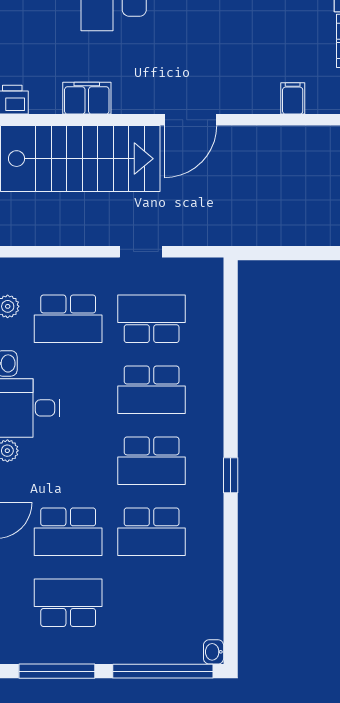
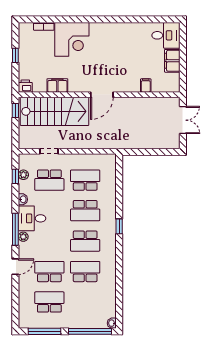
doorway: (141, 252) -> (49, 151), moved
window: (231, 475) -> (119, 226), moved
school desk: (68, 532) -> (49, 272), turned 180
school desk: (152, 532) -> (85, 272), turned 180

